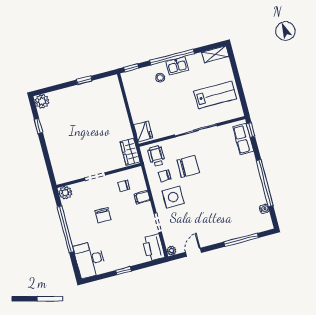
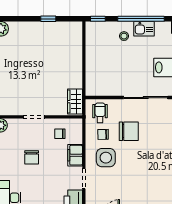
fridge: (143, 131) -> (93, 85), removed
filing cabinet: (142, 197) -> (75, 155), width x2.00

